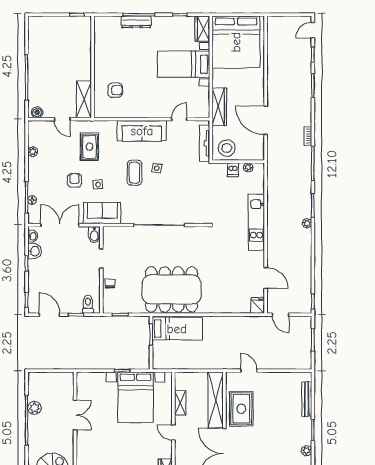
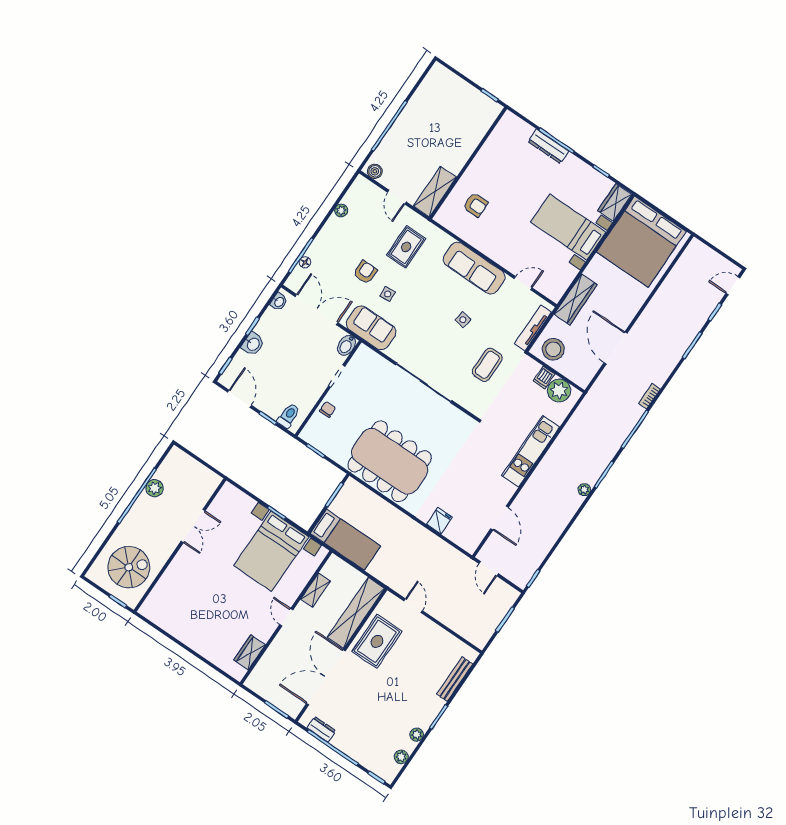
plant: (248, 167) -> (559, 390), width x1.87, depth x1.87
coffee table: (134, 173) -> (487, 365), moved
washbasin: (34, 251) -> (253, 344), moved
fridge: (258, 305) -> (439, 521), moved
bed: (177, 329) -> (345, 540), moved

